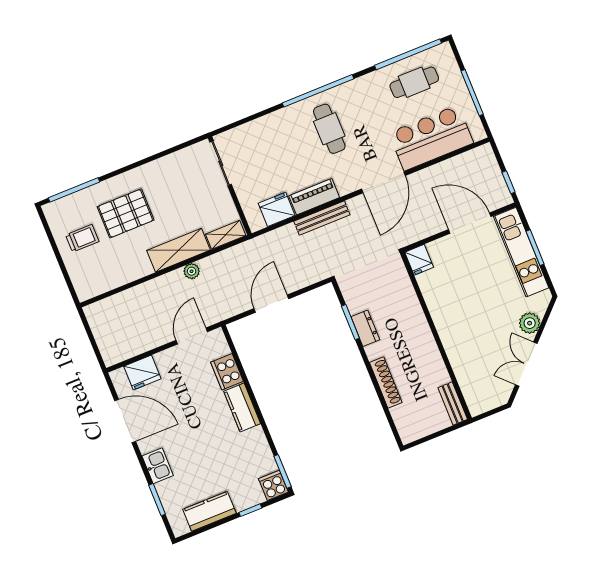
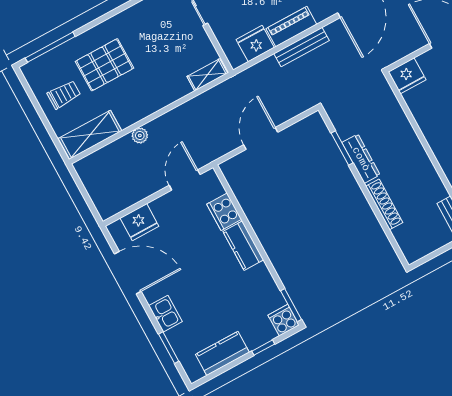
shelving: (178, 250) -> (90, 135), moved
fridge: (419, 260) -> (407, 76), width x1.38
plant: (192, 271) -> (140, 135), moved
dresser: (365, 328) -> (361, 159), width x1.44

